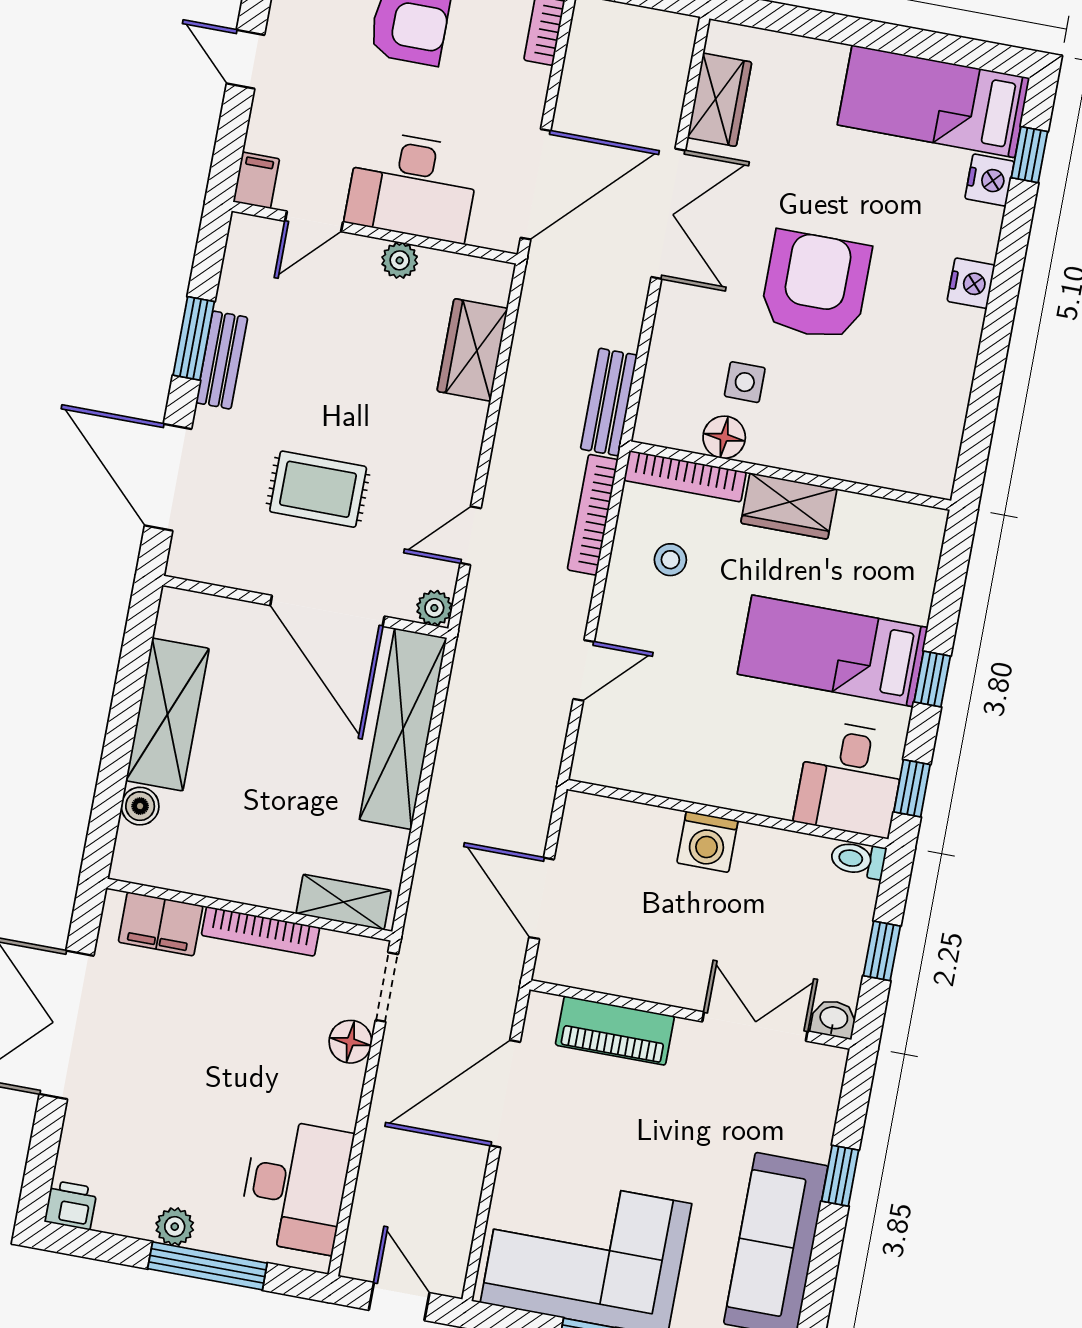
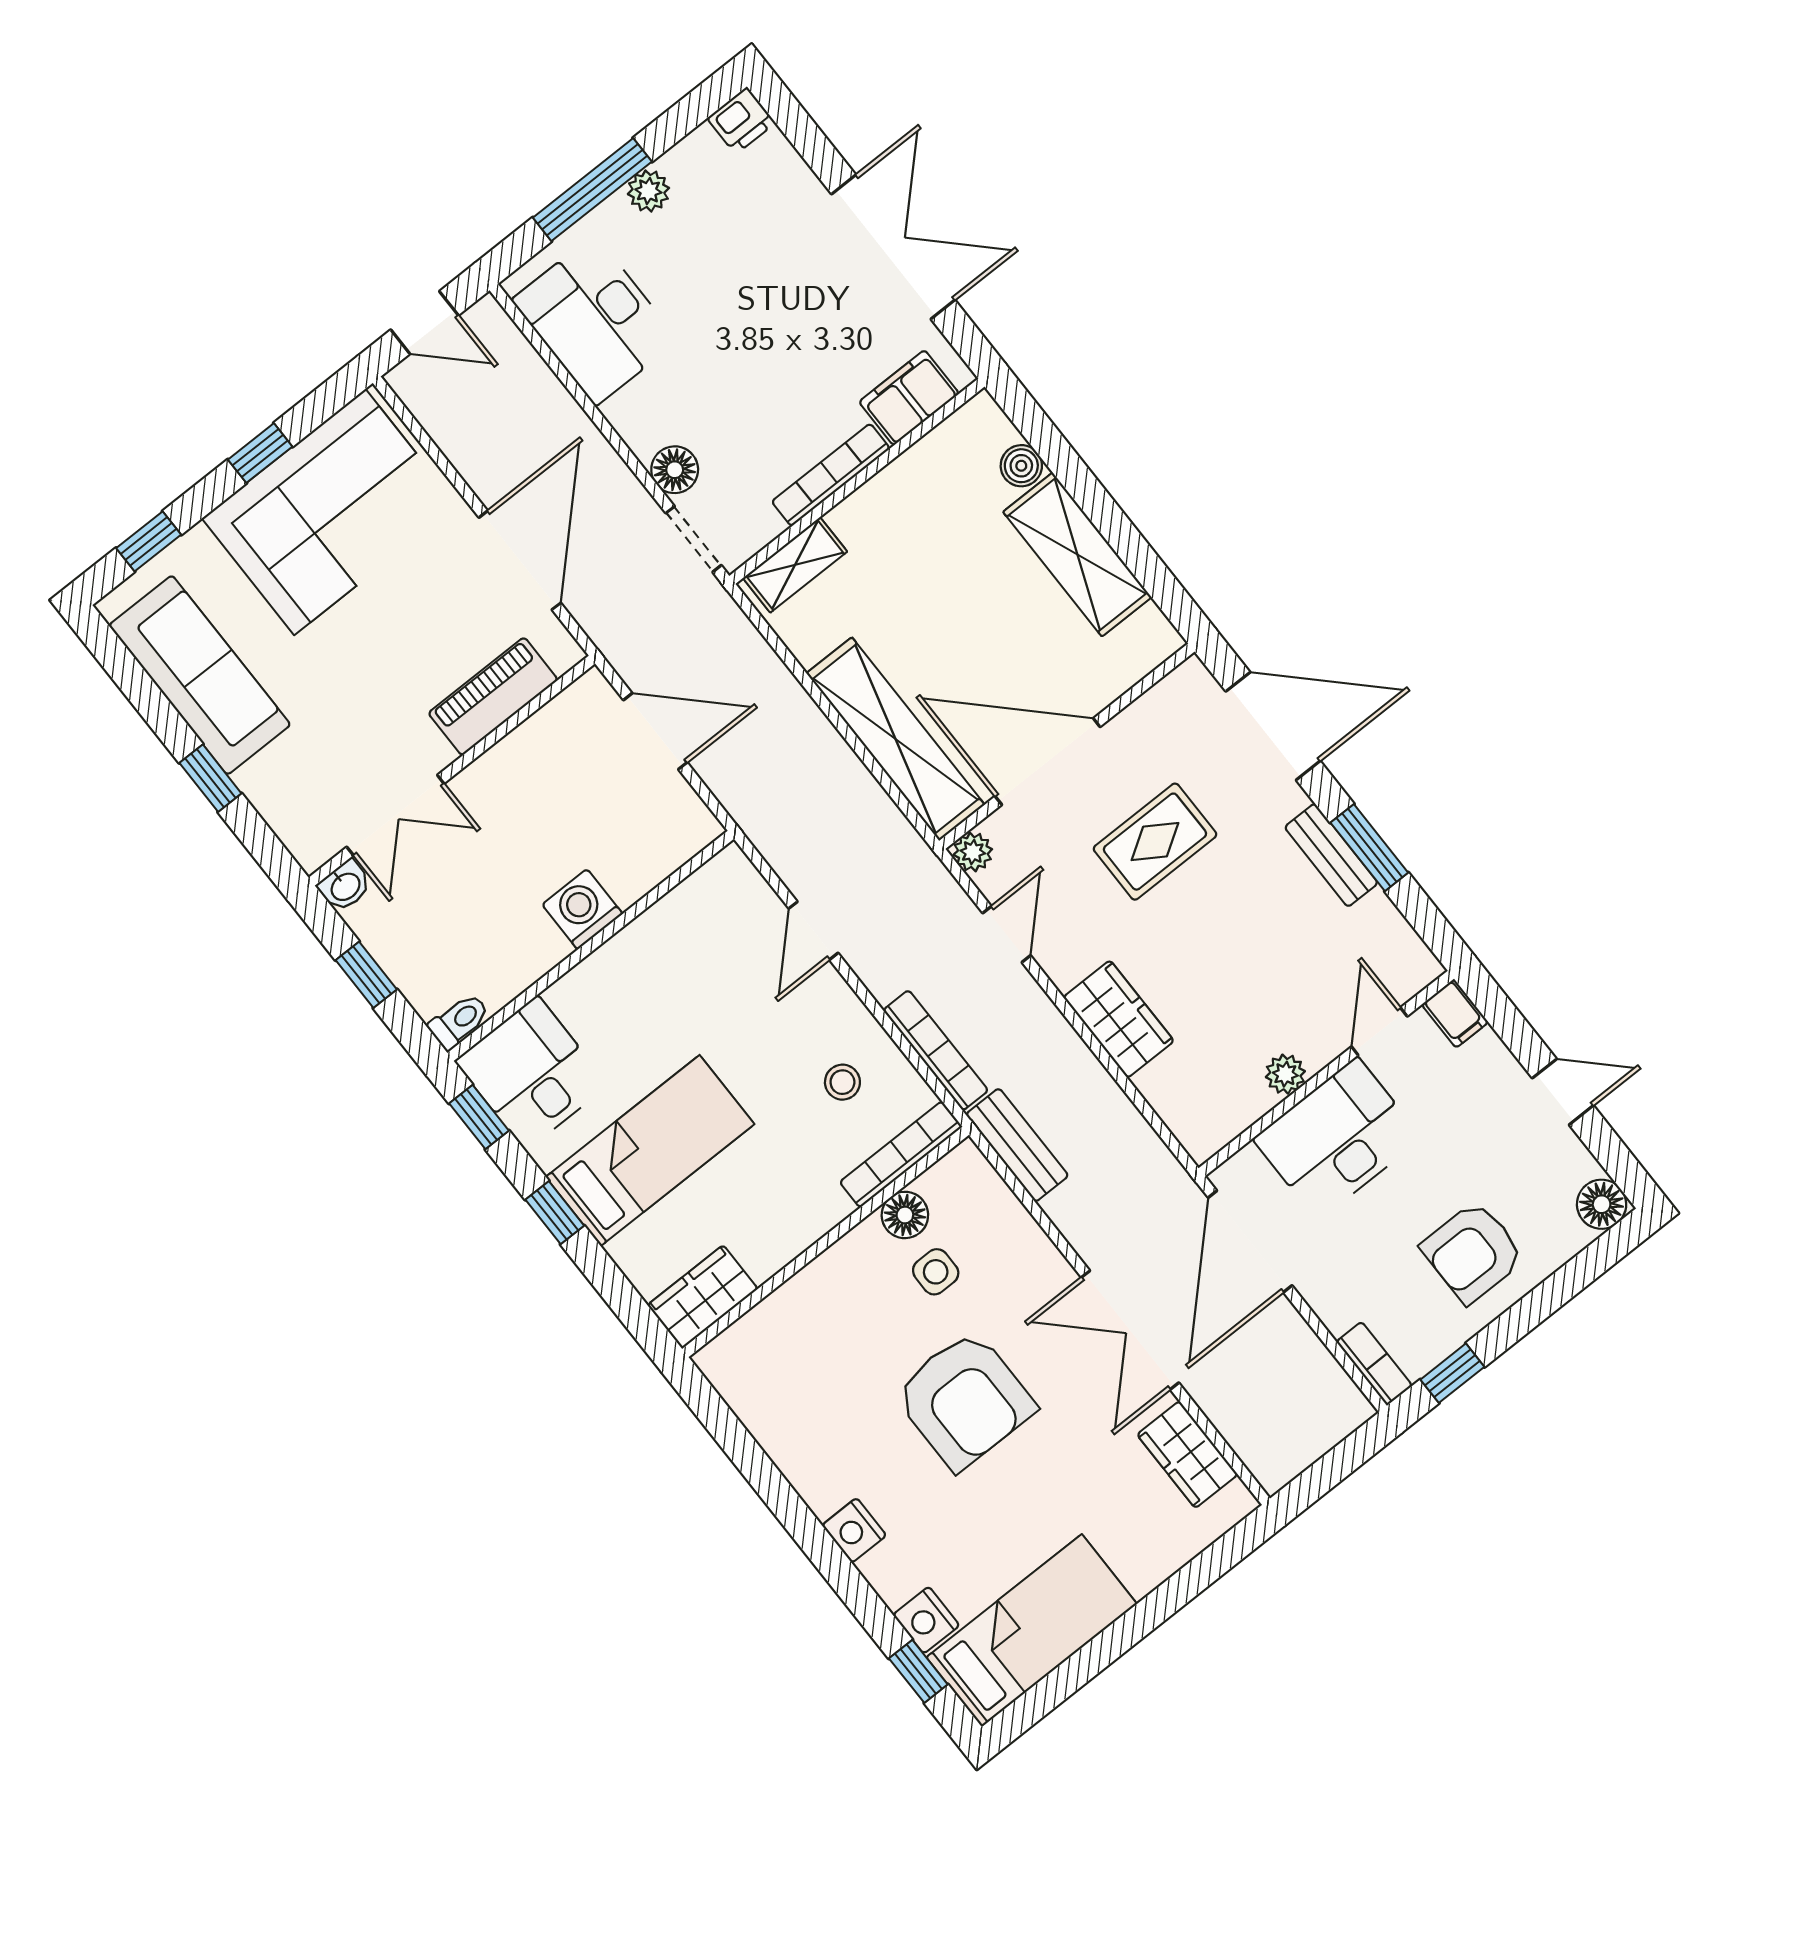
wardrobe: (472, 350) -> (1119, 1019), moved
wardrobe: (789, 506) -> (703, 1297), moved

